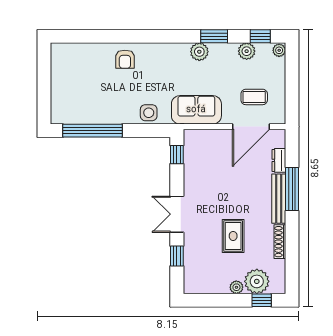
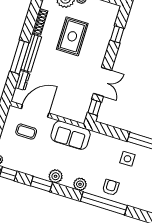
window: (127, 36) -> (104, 203), added
plant: (247, 51) -> (80, 184), moved
side table: (149, 113) -> (127, 159), moved
double door: (177, 214) -> (102, 82), moved
rug: (233, 236) -> (72, 36), width x1.36, depth x1.43

